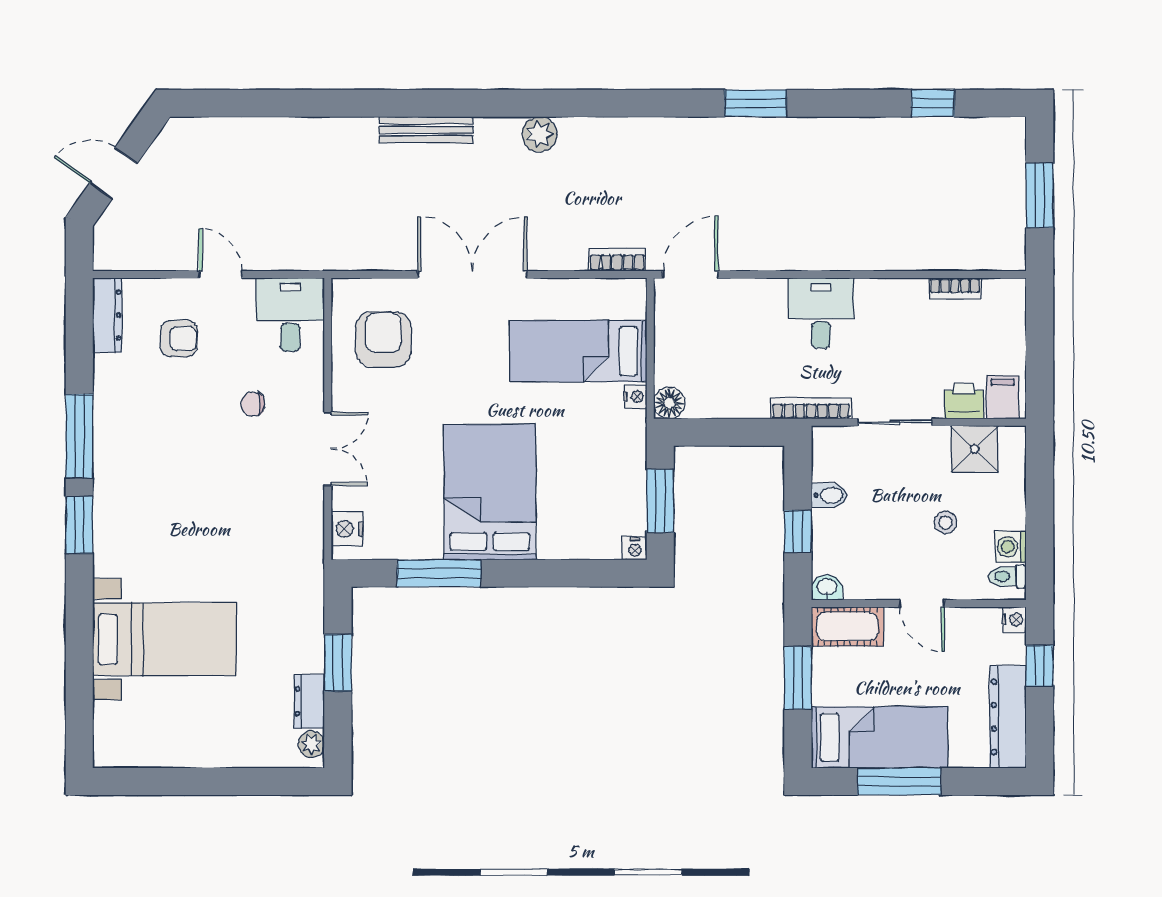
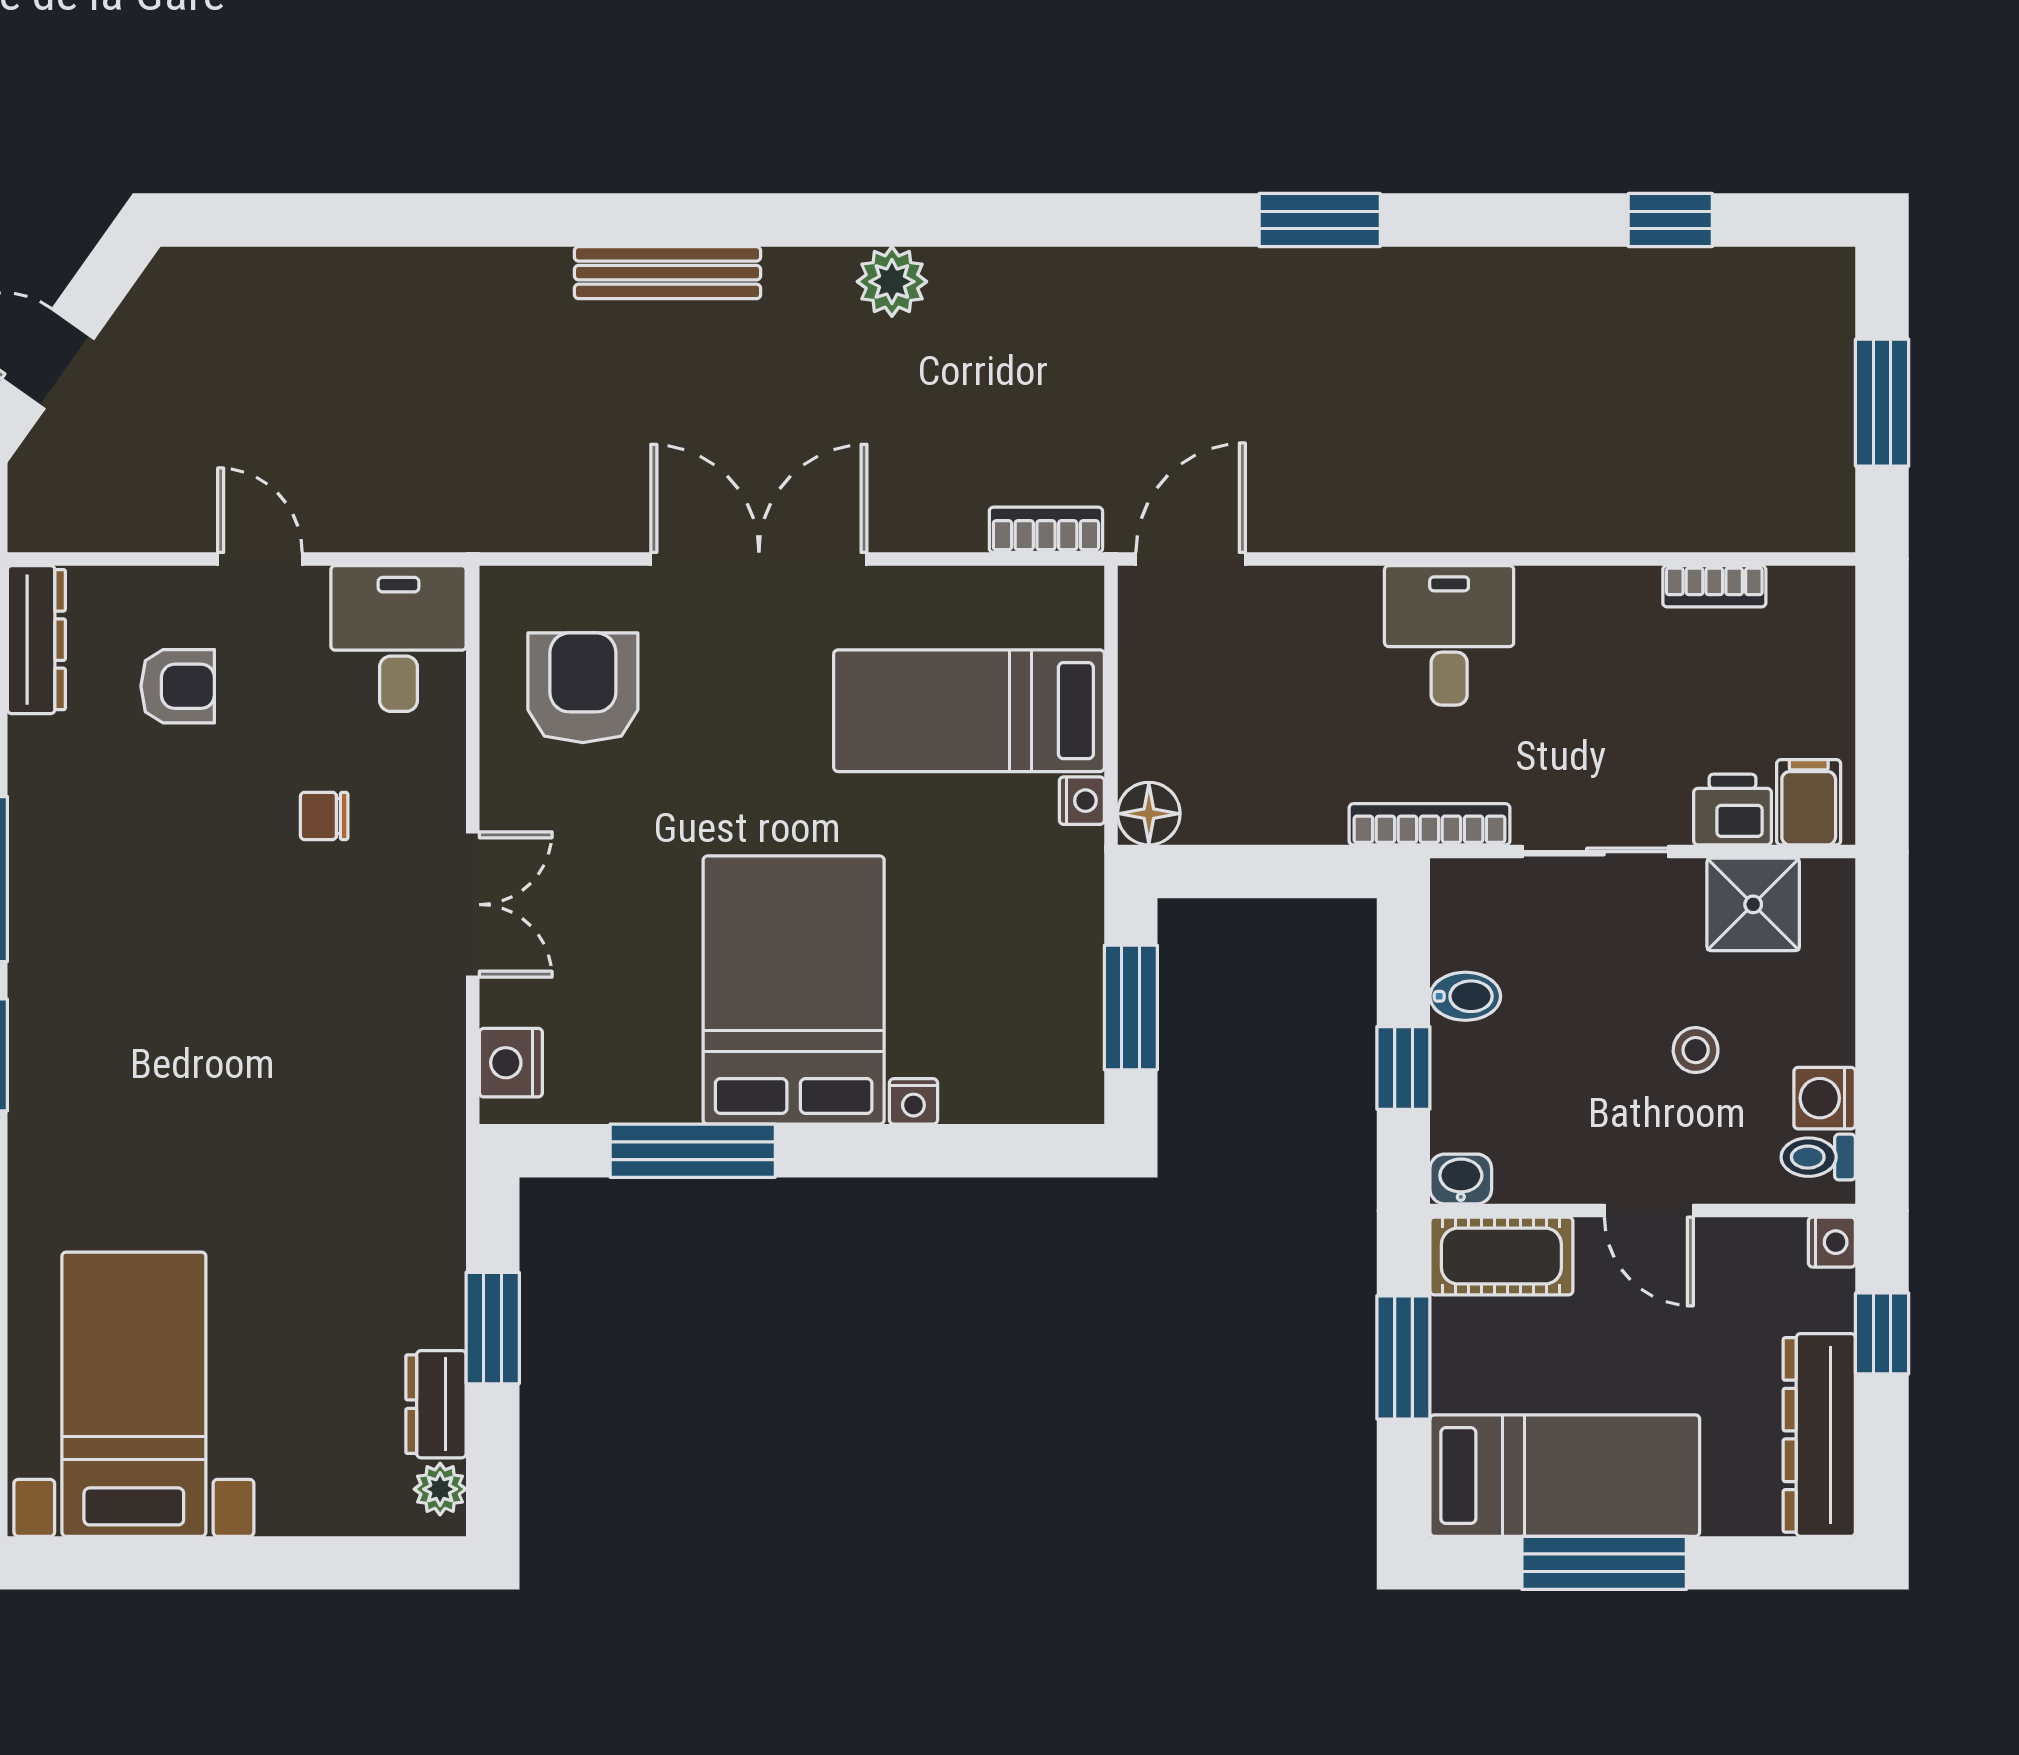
nightstand: (635, 548) -> (913, 1101), moved
bed with nightstands: (165, 639) -> (134, 1394), moved, turned -90

